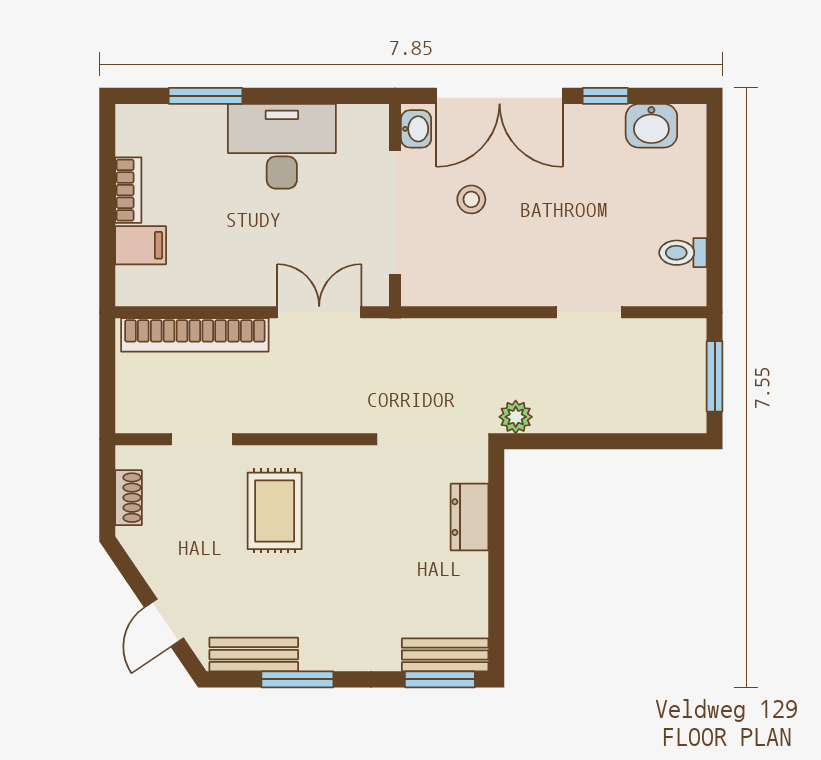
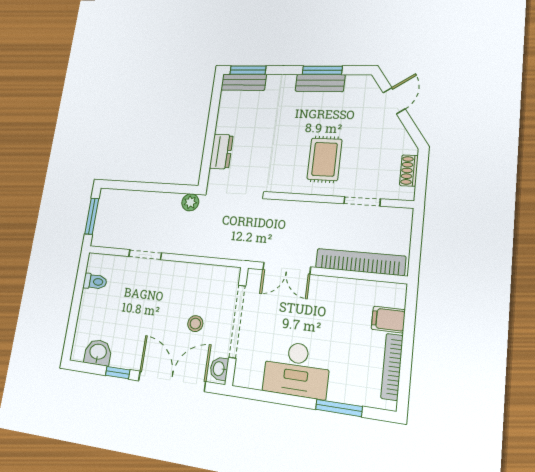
bookcase: (128, 190) -> (392, 367), width x1.56
bench: (254, 655) -> (320, 83), moved

